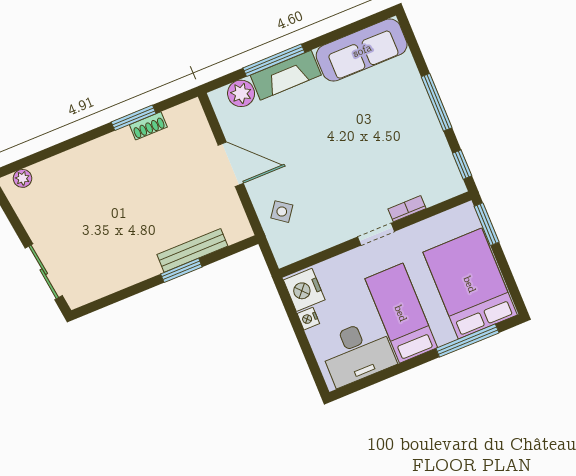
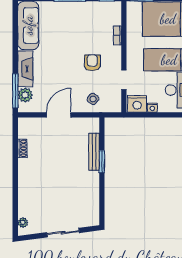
window: (274, 60) -> (15, 91), moved
window: (134, 118) -> (15, 154), removed
armchair: (343, 185) -> (92, 63), added
doorway: (376, 234) -> (124, 80), moved
sliding door: (44, 272) -> (63, 233), moved

